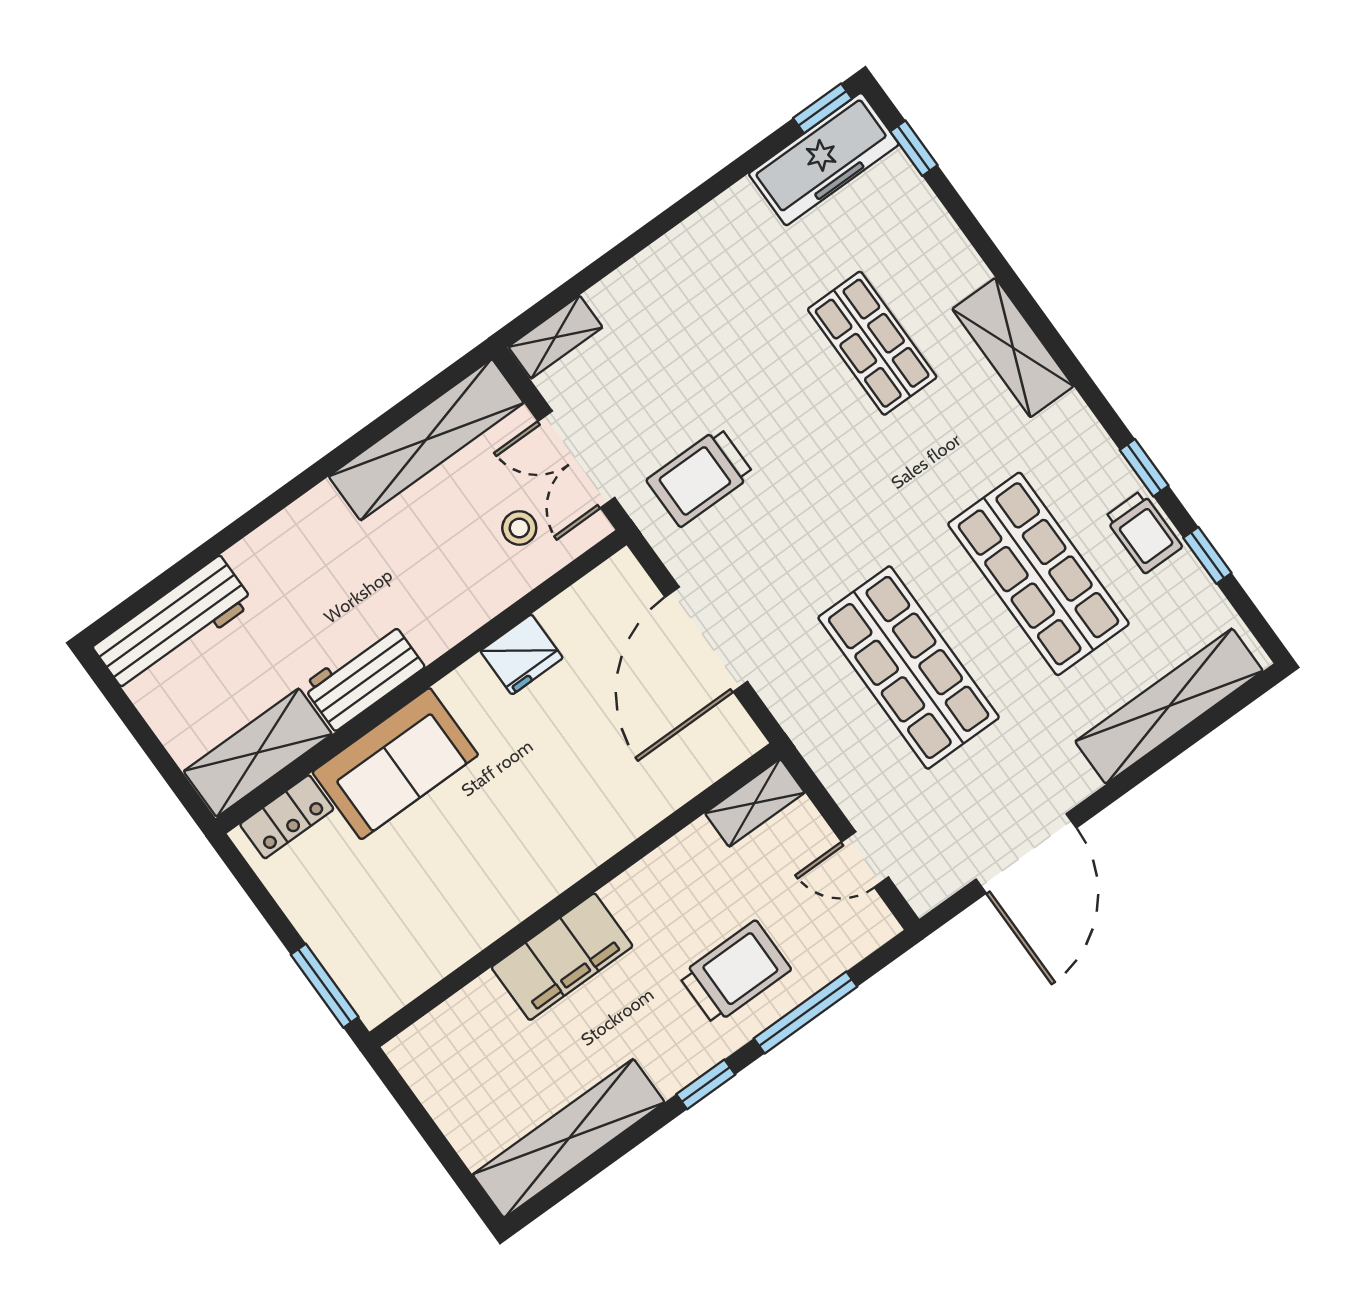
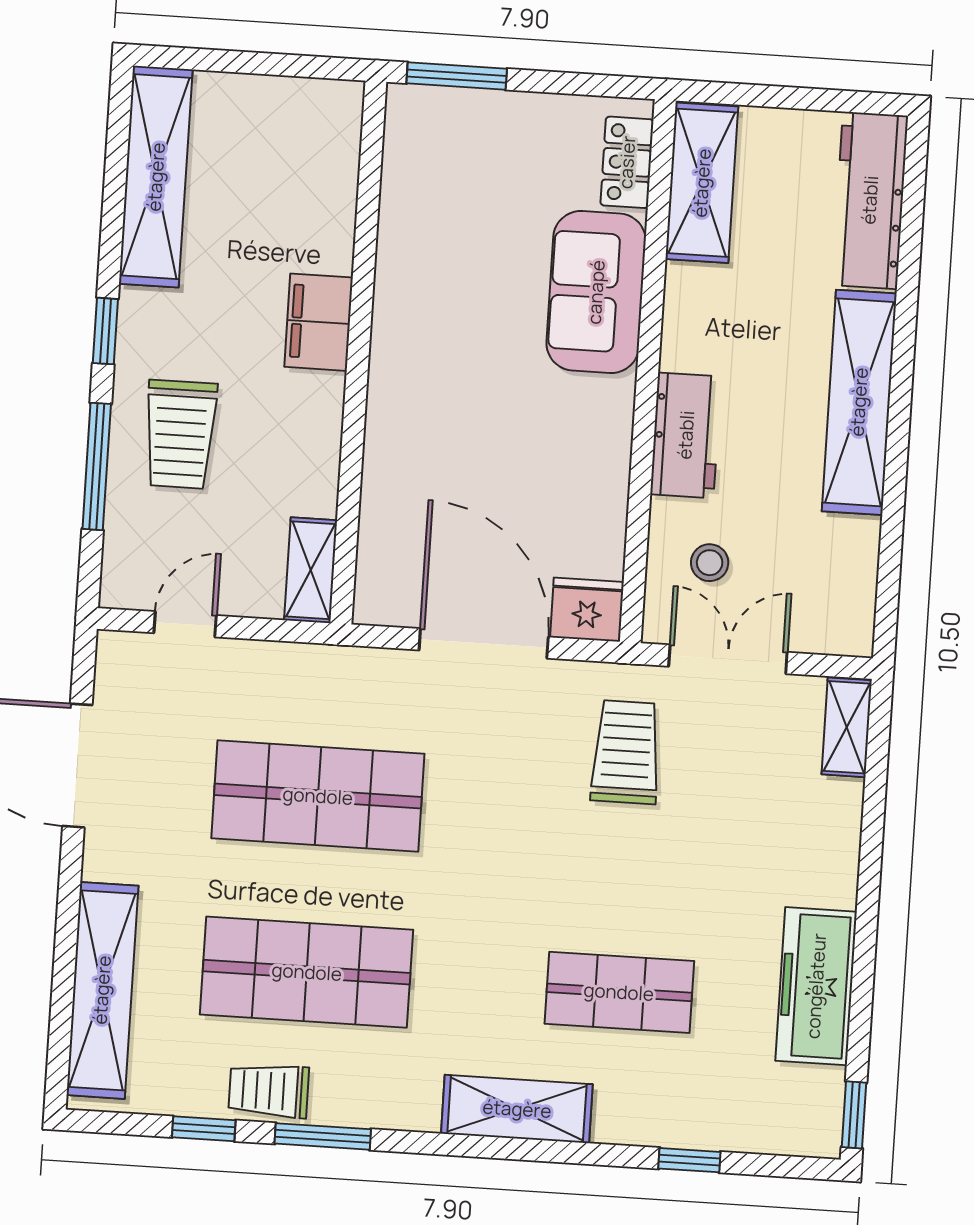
window: (914, 148) -> (689, 1160), moved
freezer: (824, 159) -> (816, 986), moved
shelving: (426, 440) -> (859, 402), moved
window: (1144, 468) -> (323, 1136), width x1.50
fridge: (522, 654) -> (587, 610), moved, turned 90
workbench: (364, 676) -> (686, 435), moved
filing cabinet: (562, 957) -> (319, 322), width x0.67, depth x0.86

